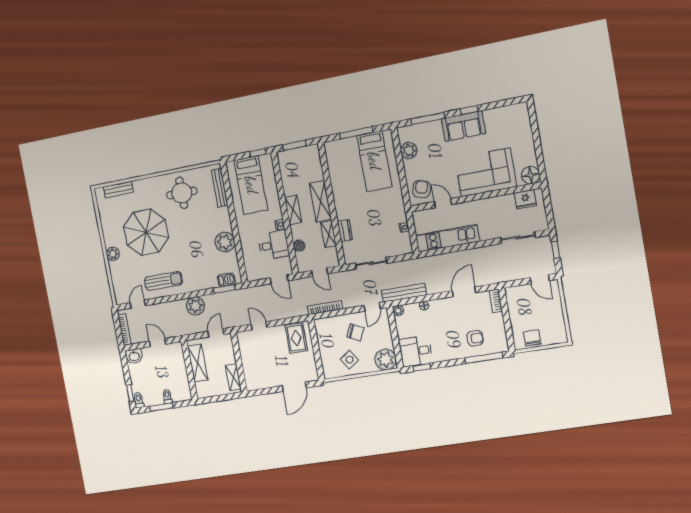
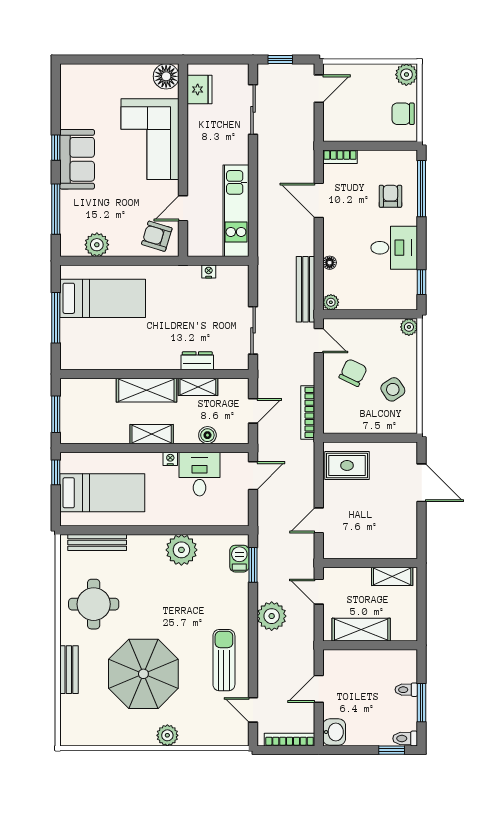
bench: (118, 189) -> (69, 670), moved
plant: (560, 336) -> (406, 75), added
desk: (416, 351) -> (394, 248), moved, turned -90
plant: (386, 360) -> (409, 327), width x0.53, depth x0.53

